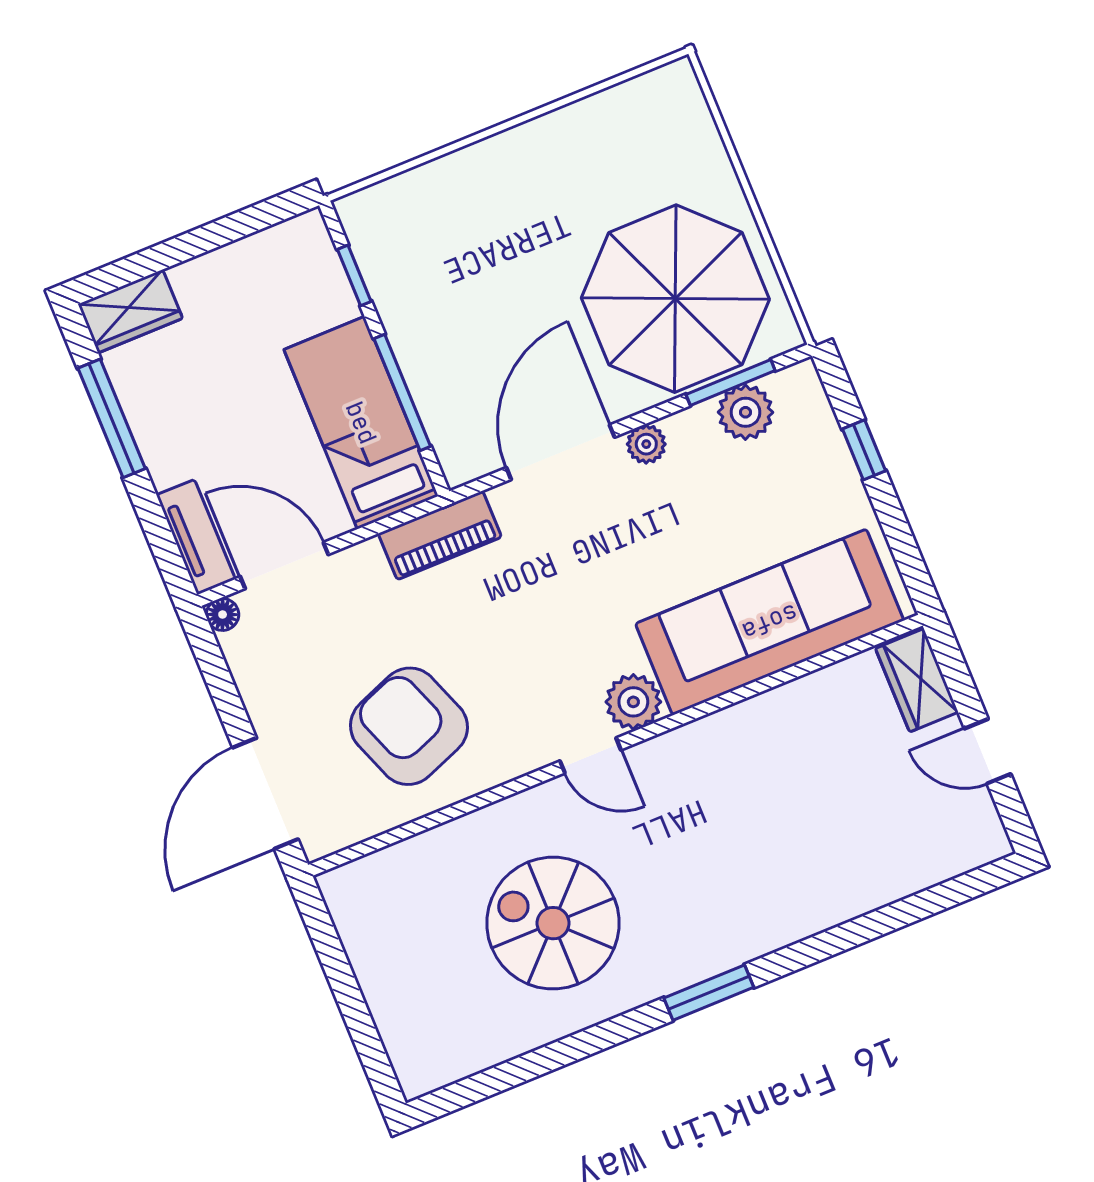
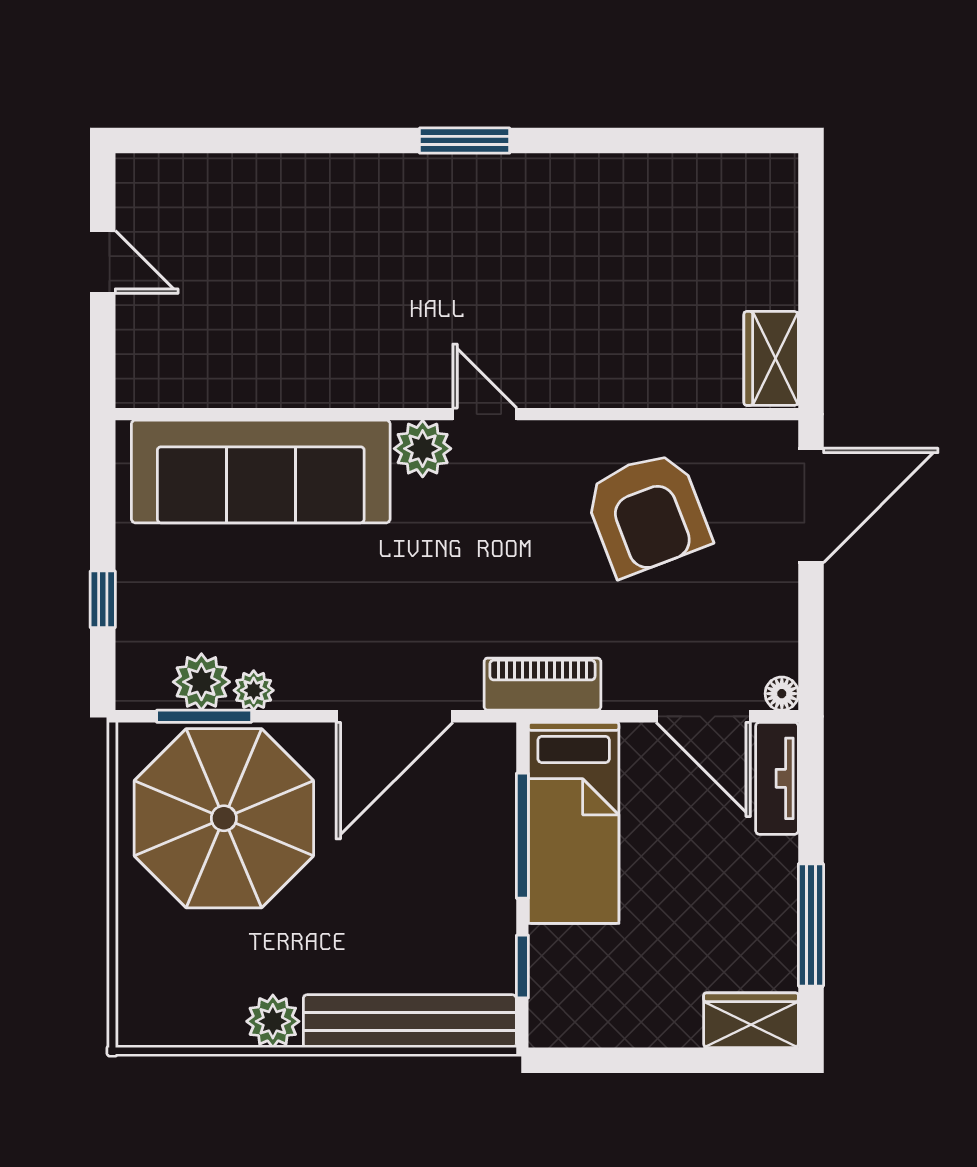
plant: (557, 135) -> (273, 1021), added
bench: (435, 185) -> (410, 1021), added
plant: (646, 444) -> (254, 690), moved
wardrobe: (917, 680) -> (771, 358), moved, turned 180
spiral stairs: (553, 923) -> (586, 268), removed

